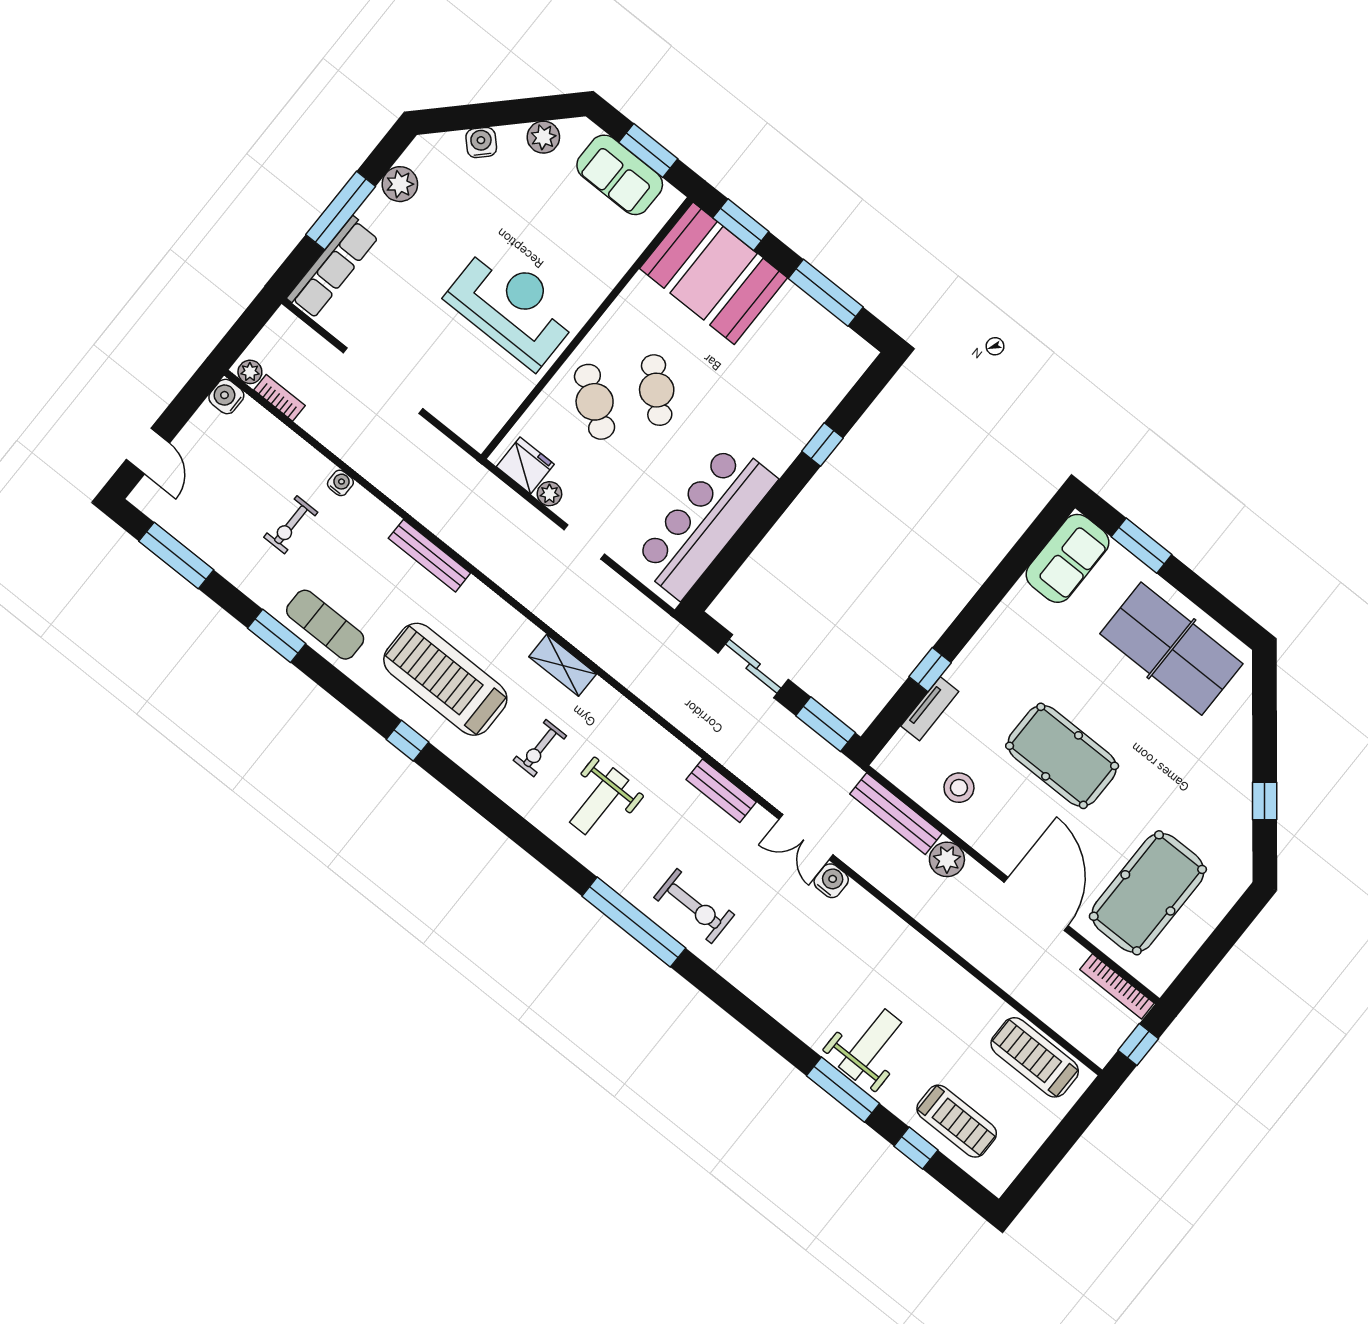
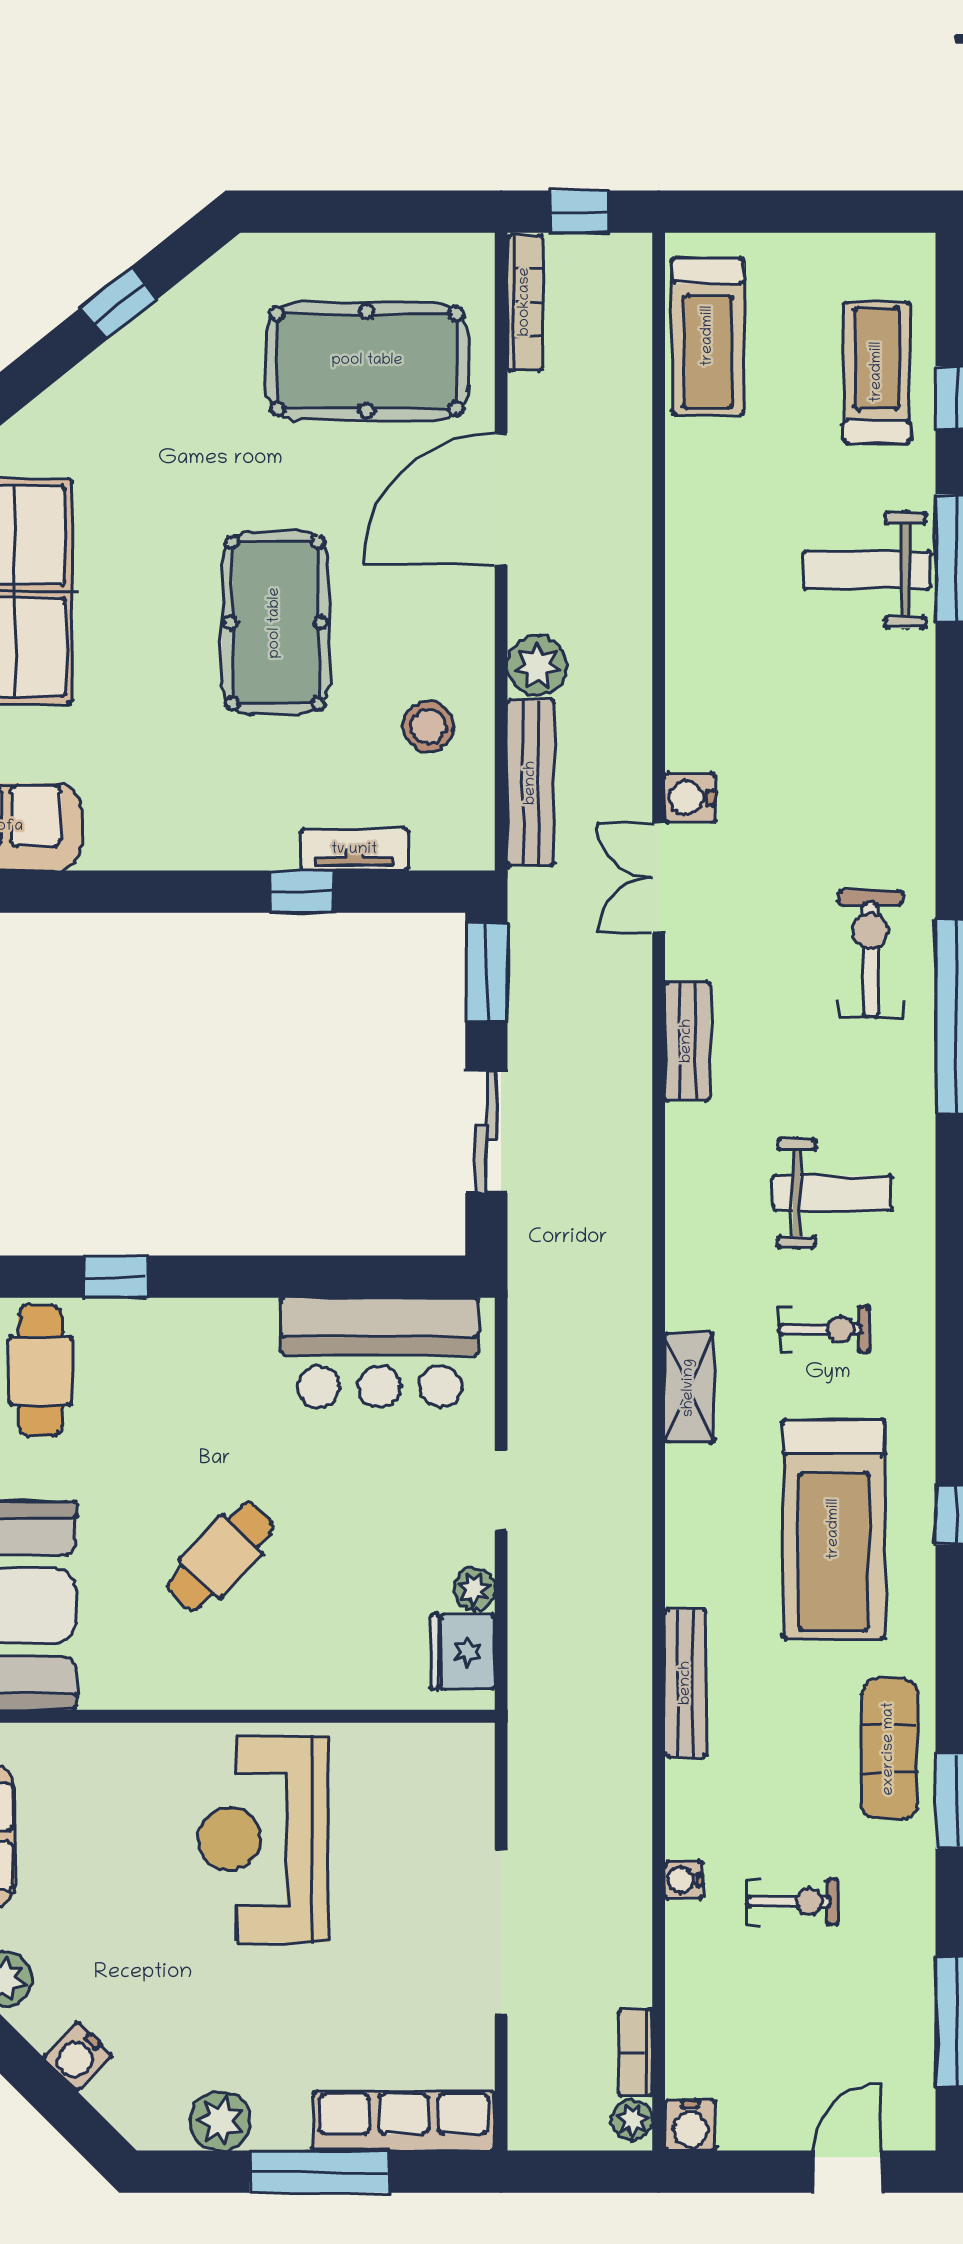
cafe table: (595, 402) -> (41, 1371), moved, turned -36
bar counter: (705, 521) -> (380, 1353), width x0.73
double door: (806, 837) -> (659, 878), swing flipped

